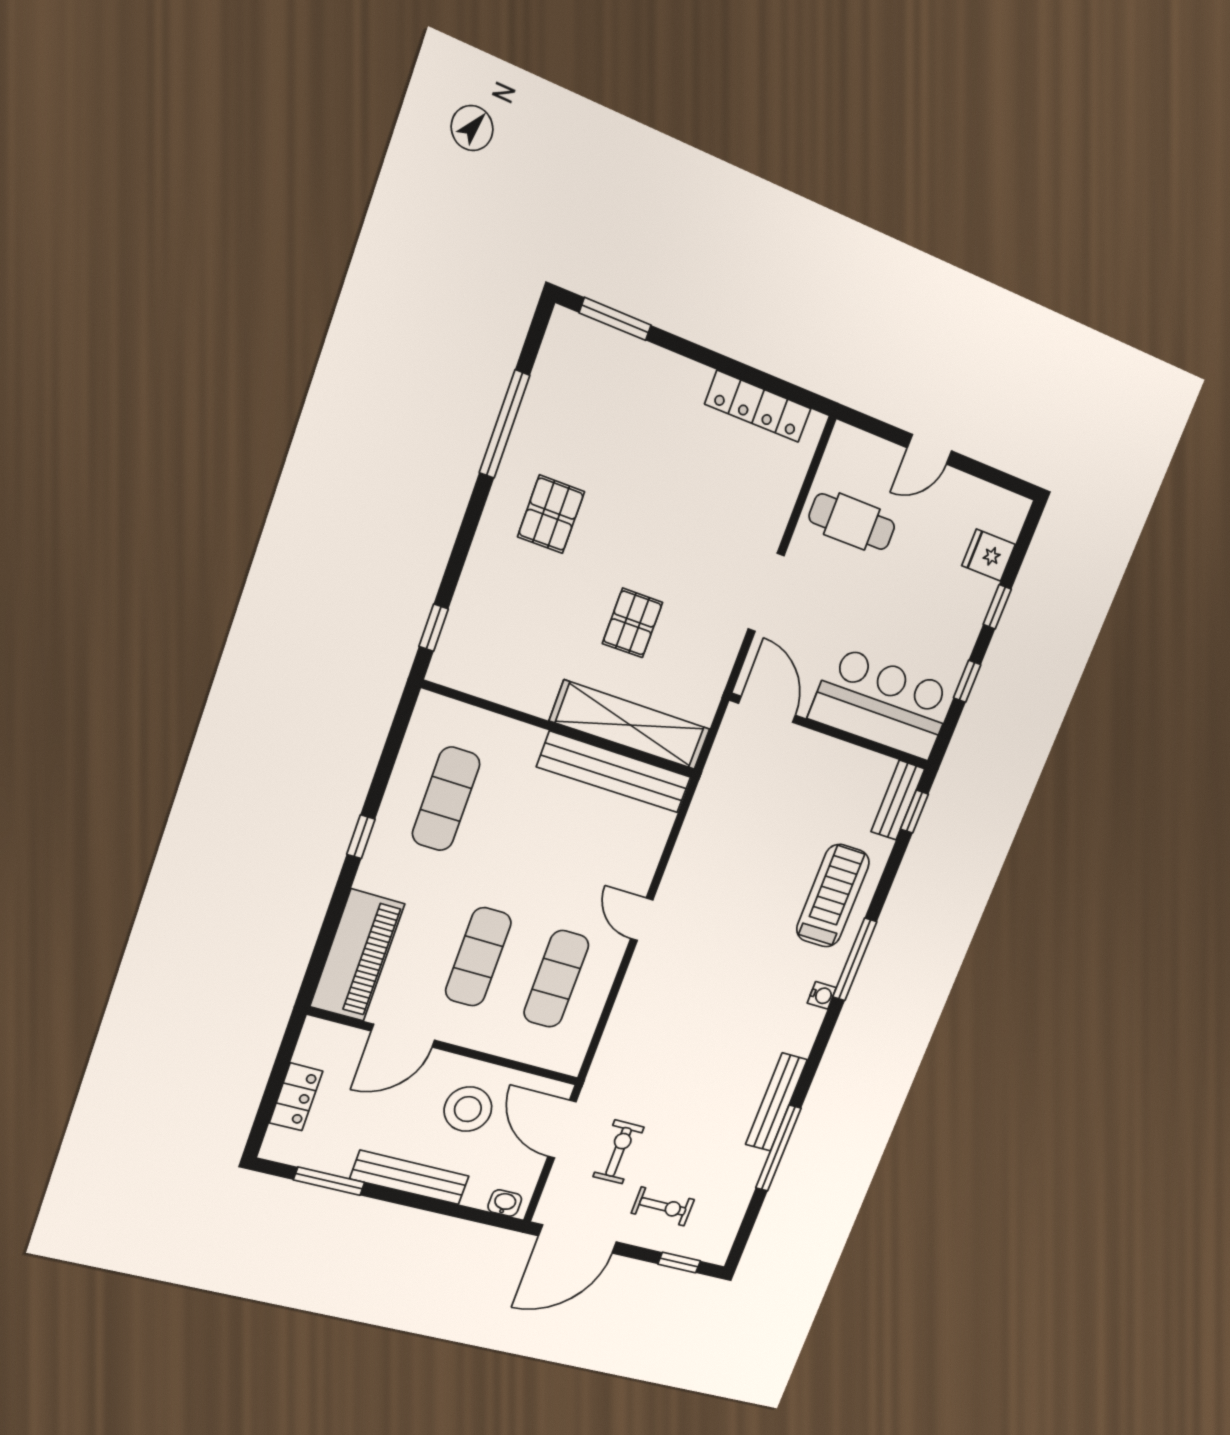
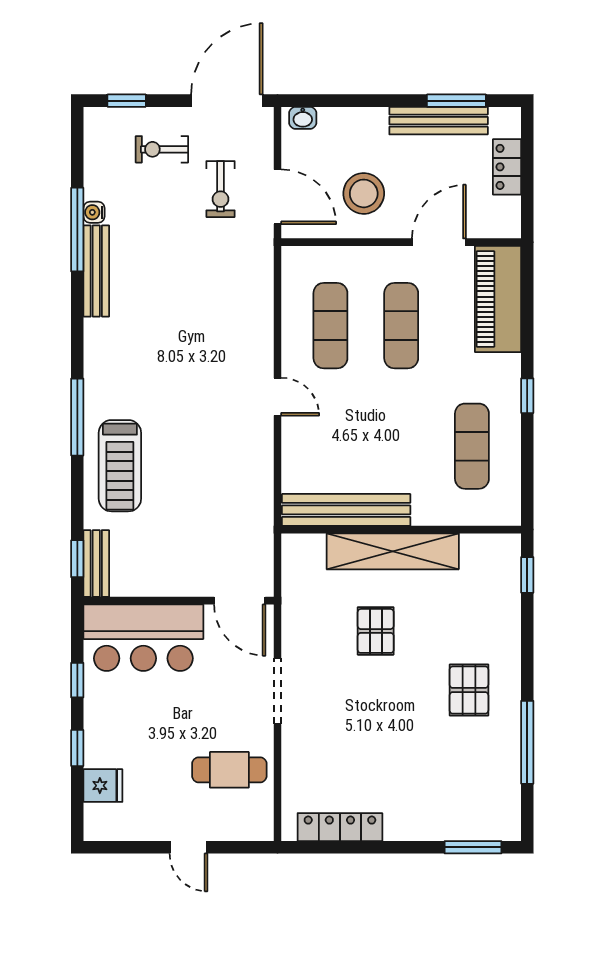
door: (929, 449) -> (188, 847), swing flipped
shelving: (630, 725) -> (393, 551), moved
water cooler: (822, 995) -> (94, 212), moved
bench: (410, 1177) -> (439, 121), moved

